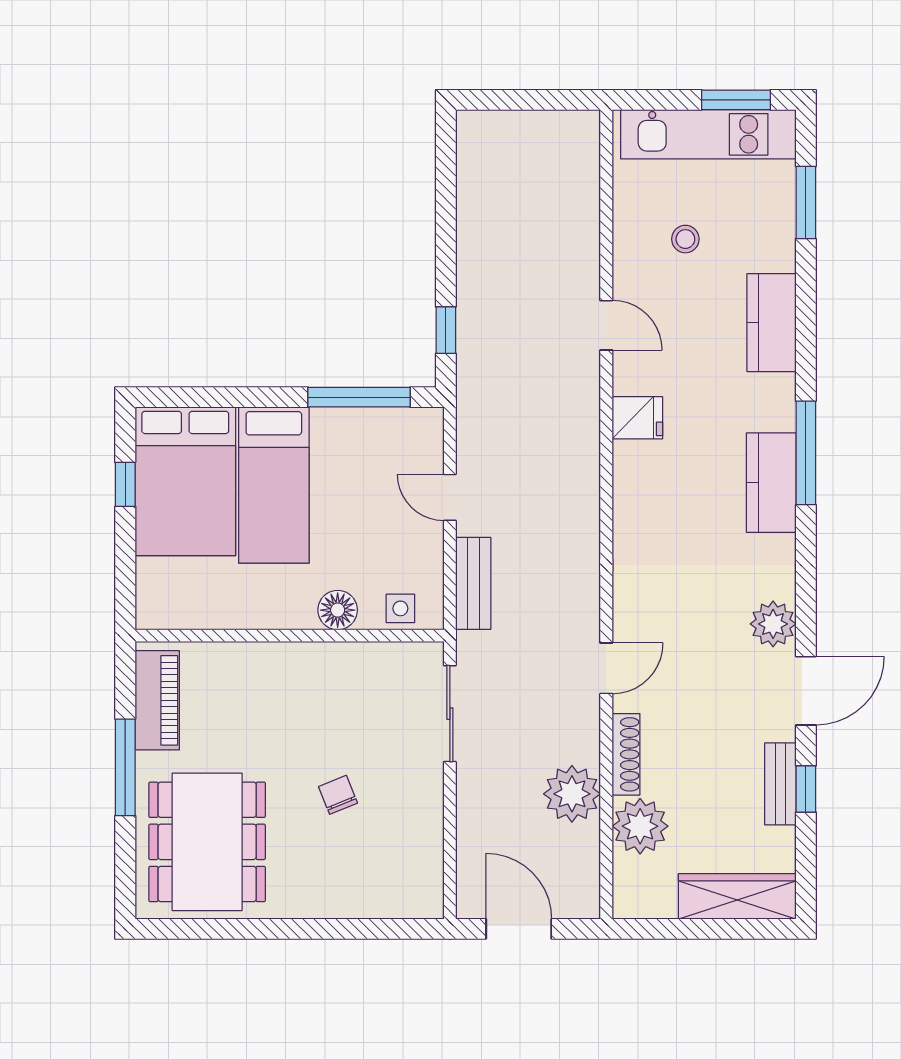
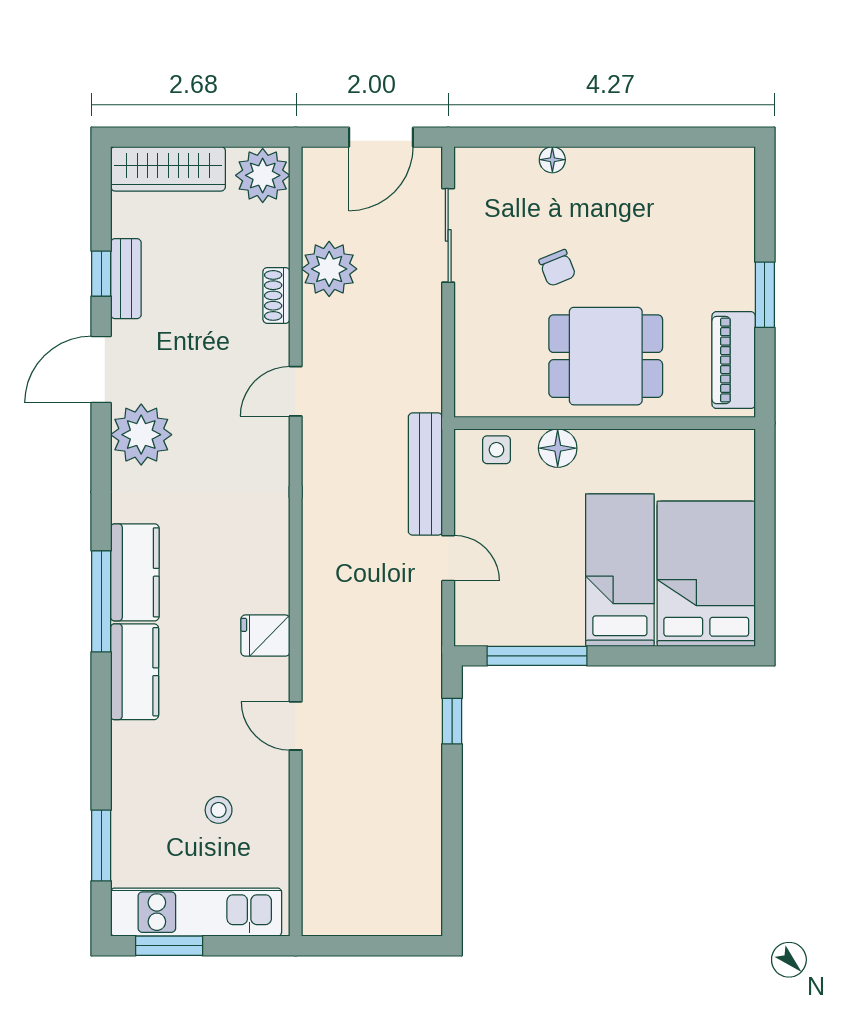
kitchen counter: (771, 323) -> (135, 672), moved
window: (125, 484) -> (765, 571), removed
bench: (473, 583) -> (425, 474), width x1.36
plant: (773, 624) -> (141, 435), width x1.36, depth x1.36
sliding door: (450, 714) -> (448, 235), moved
shoe rack: (626, 754) -> (276, 295), width x0.70
window: (125, 767) -> (765, 295), width x0.69
plant: (640, 826) -> (263, 175), moved
dining table: (207, 842) -> (606, 356), moved, width x0.73
floor lamp: (343, 906) -> (552, 160), added
door: (519, 929) -> (381, 137), hinge flipped

